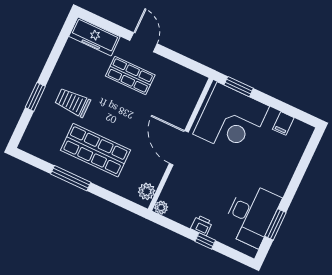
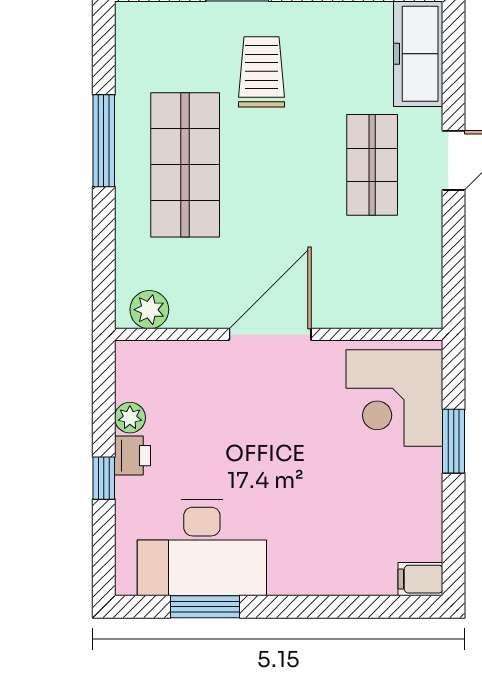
window: (239, 87) -> (454, 441), moved
corner desk: (231, 120) -> (394, 398), width x0.74, depth x0.74
filing cabinet: (283, 123) -> (420, 579), moved
plant: (161, 208) -> (130, 418), moved

